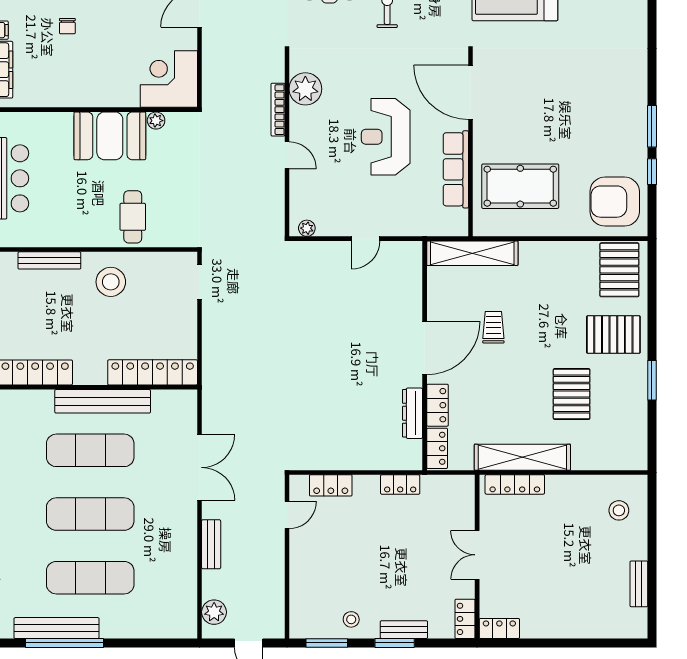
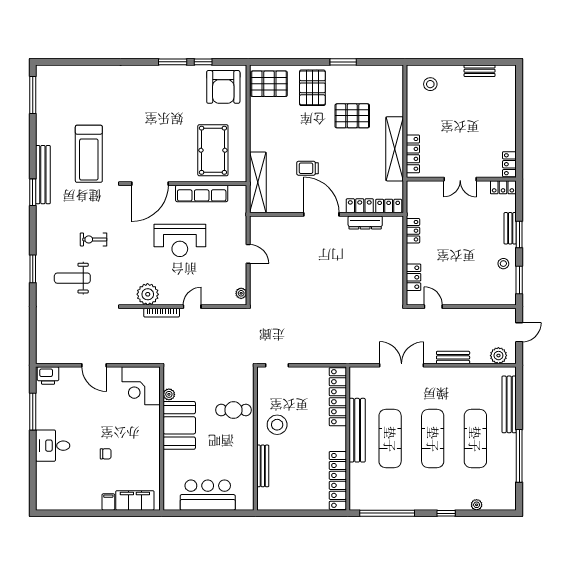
bench: (57, 628) -> (509, 404), moved

